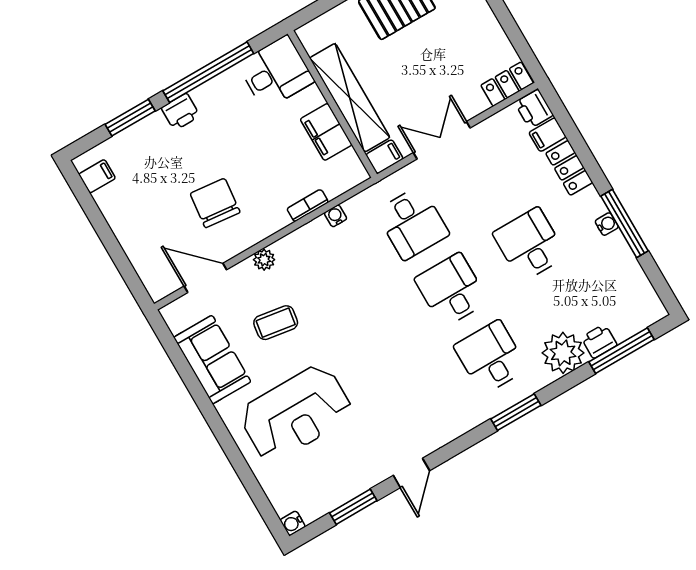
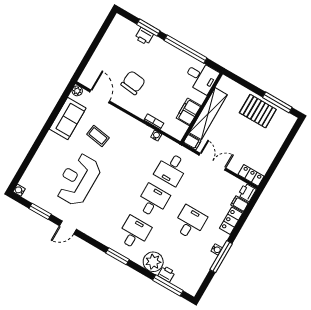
printer: (181, 112) -> (144, 36), moved
filing cabinet: (97, 176) -> (116, 28), removed
plant: (264, 260) -> (77, 91), moved
reception desk: (296, 413) -> (78, 179), moved, turned 90

